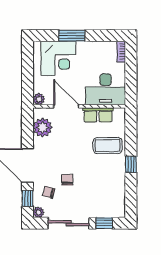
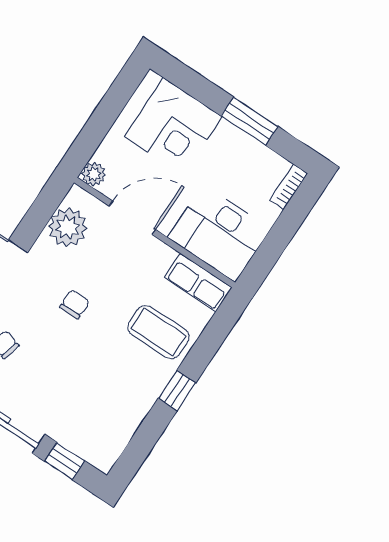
window: (72, 36) -> (250, 121), moved
door: (66, 106) -> (132, 218), hinge flipped
row of seats: (98, 115) -> (198, 283), moved
chair: (67, 180) -> (75, 304), moved

